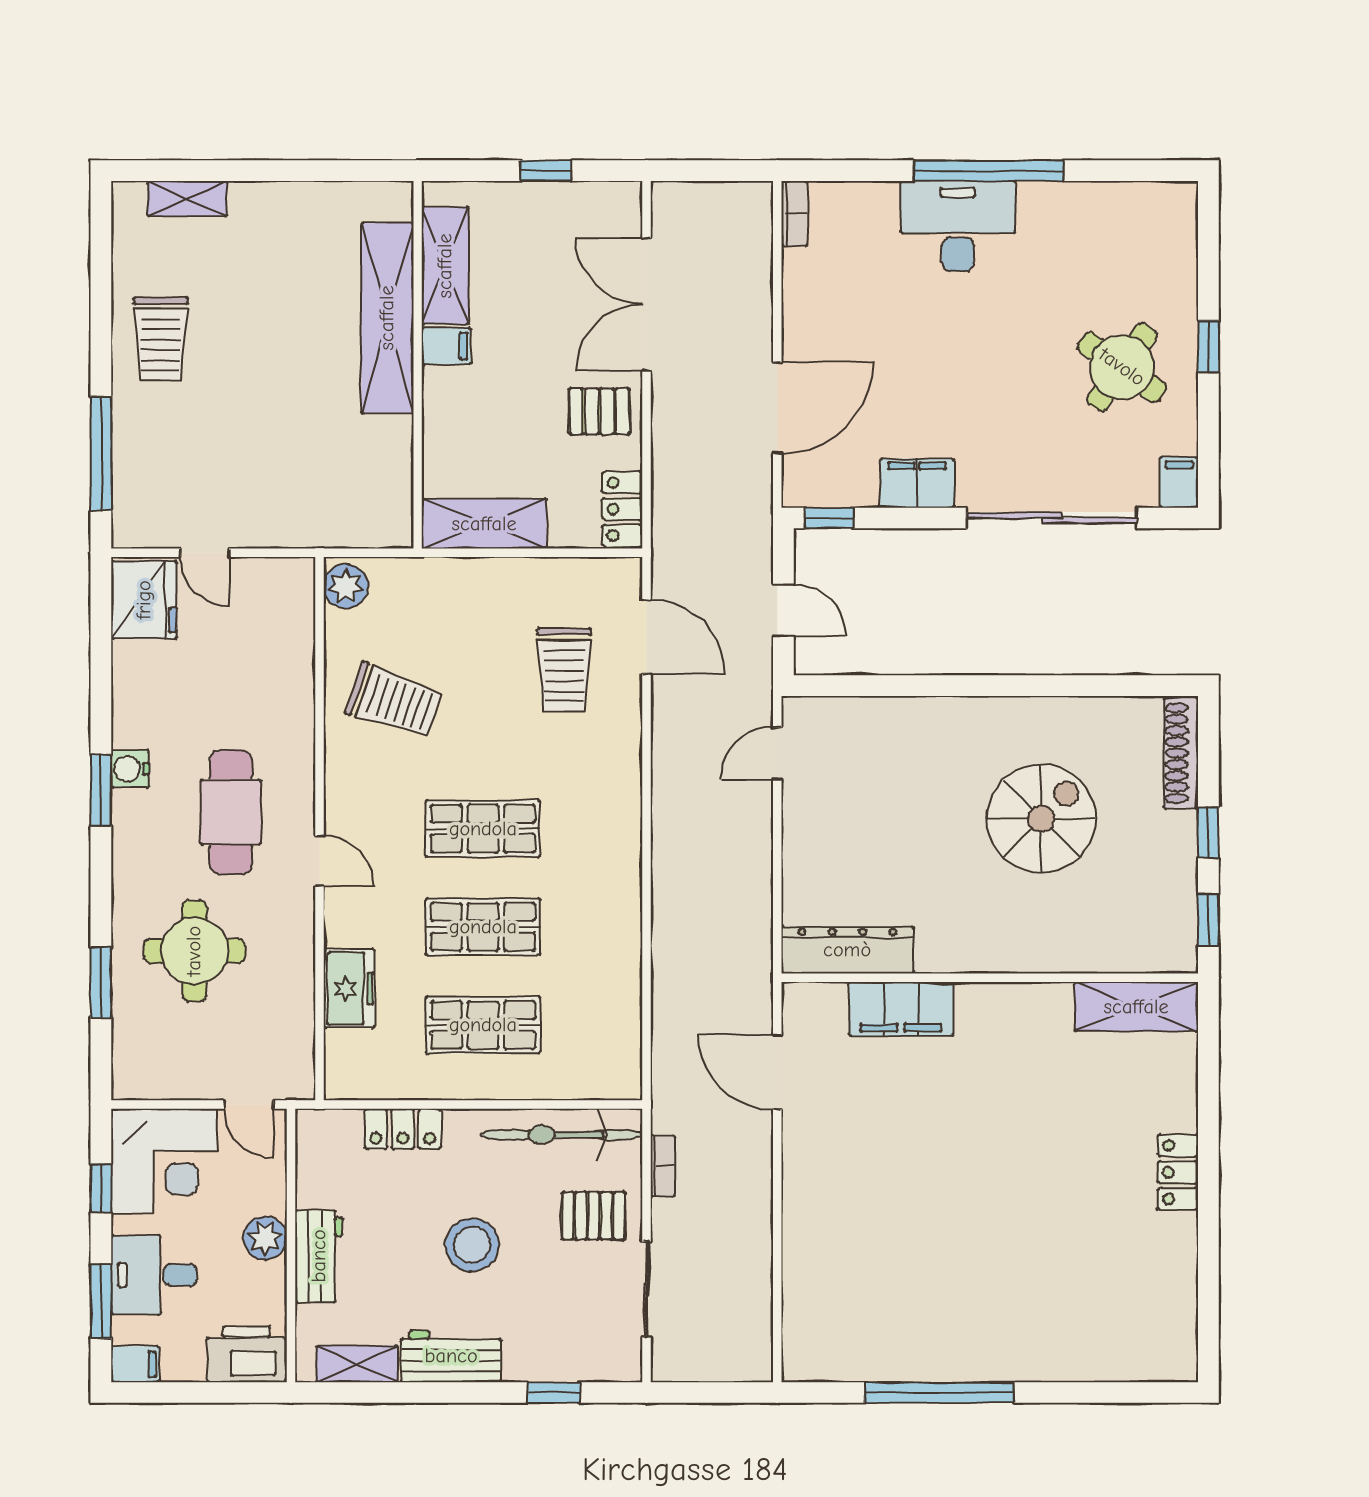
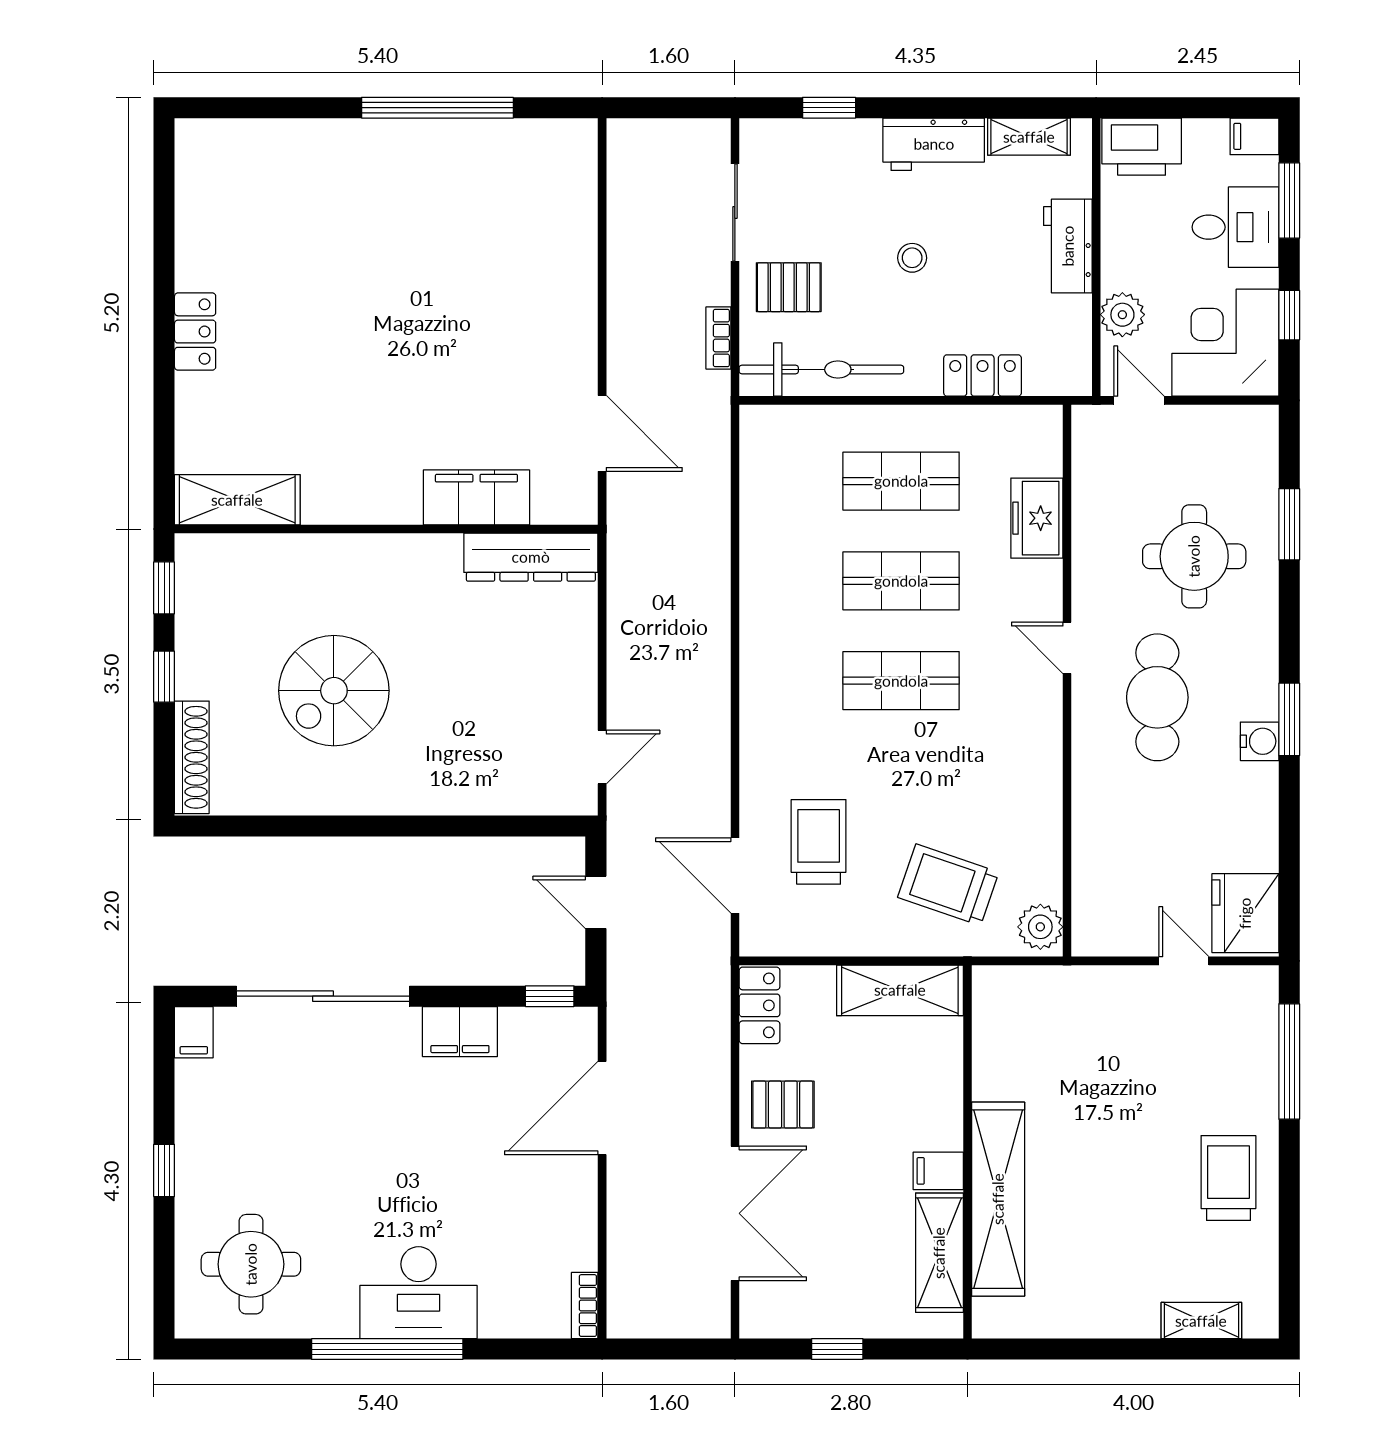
round table: (1122, 367) -> (251, 1264), moved, turned -35
trolley: (394, 701) -> (948, 885), moved
plant: (265, 1238) -> (1122, 315), moved
stool: (472, 1245) -> (912, 258), width x0.53, depth x0.53

